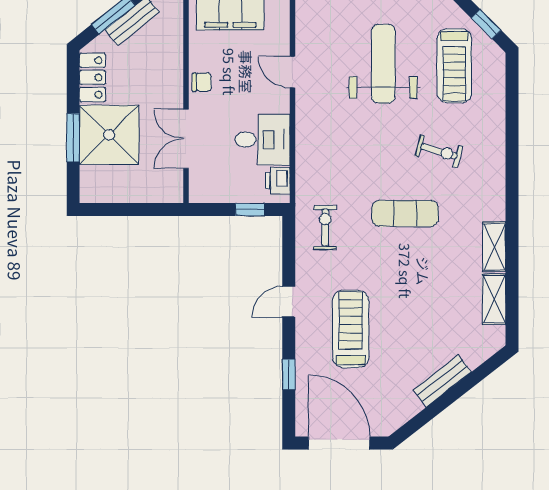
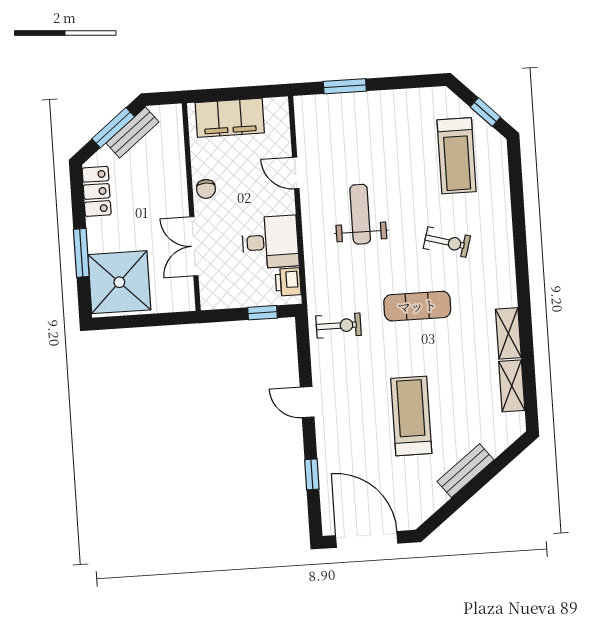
weight bench: (383, 64) -> (360, 214), moved, width x0.73, depth x0.75
chair: (202, 82) -> (206, 189), turned 90
shower: (109, 135) -> (119, 282), moved
exercise bike: (325, 228) -> (339, 326), turned 90
door: (289, 302) -> (307, 402), hinge flipped
treadmill: (351, 329) -> (411, 416), moved

